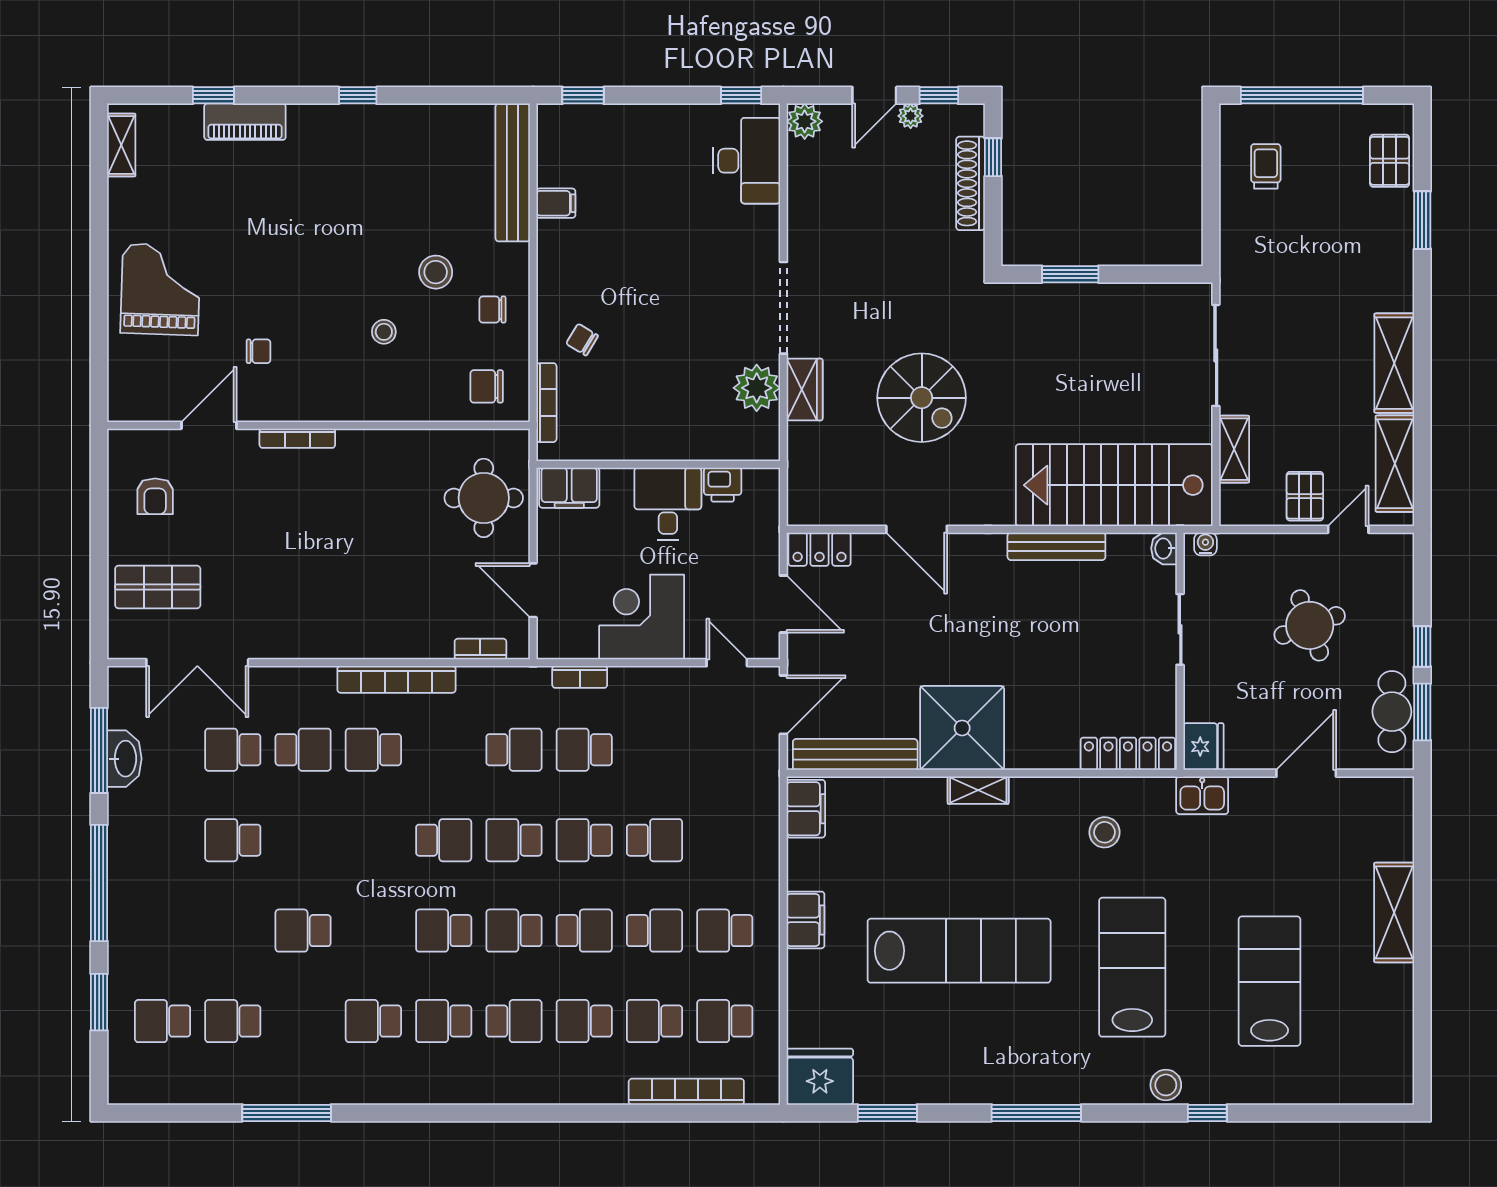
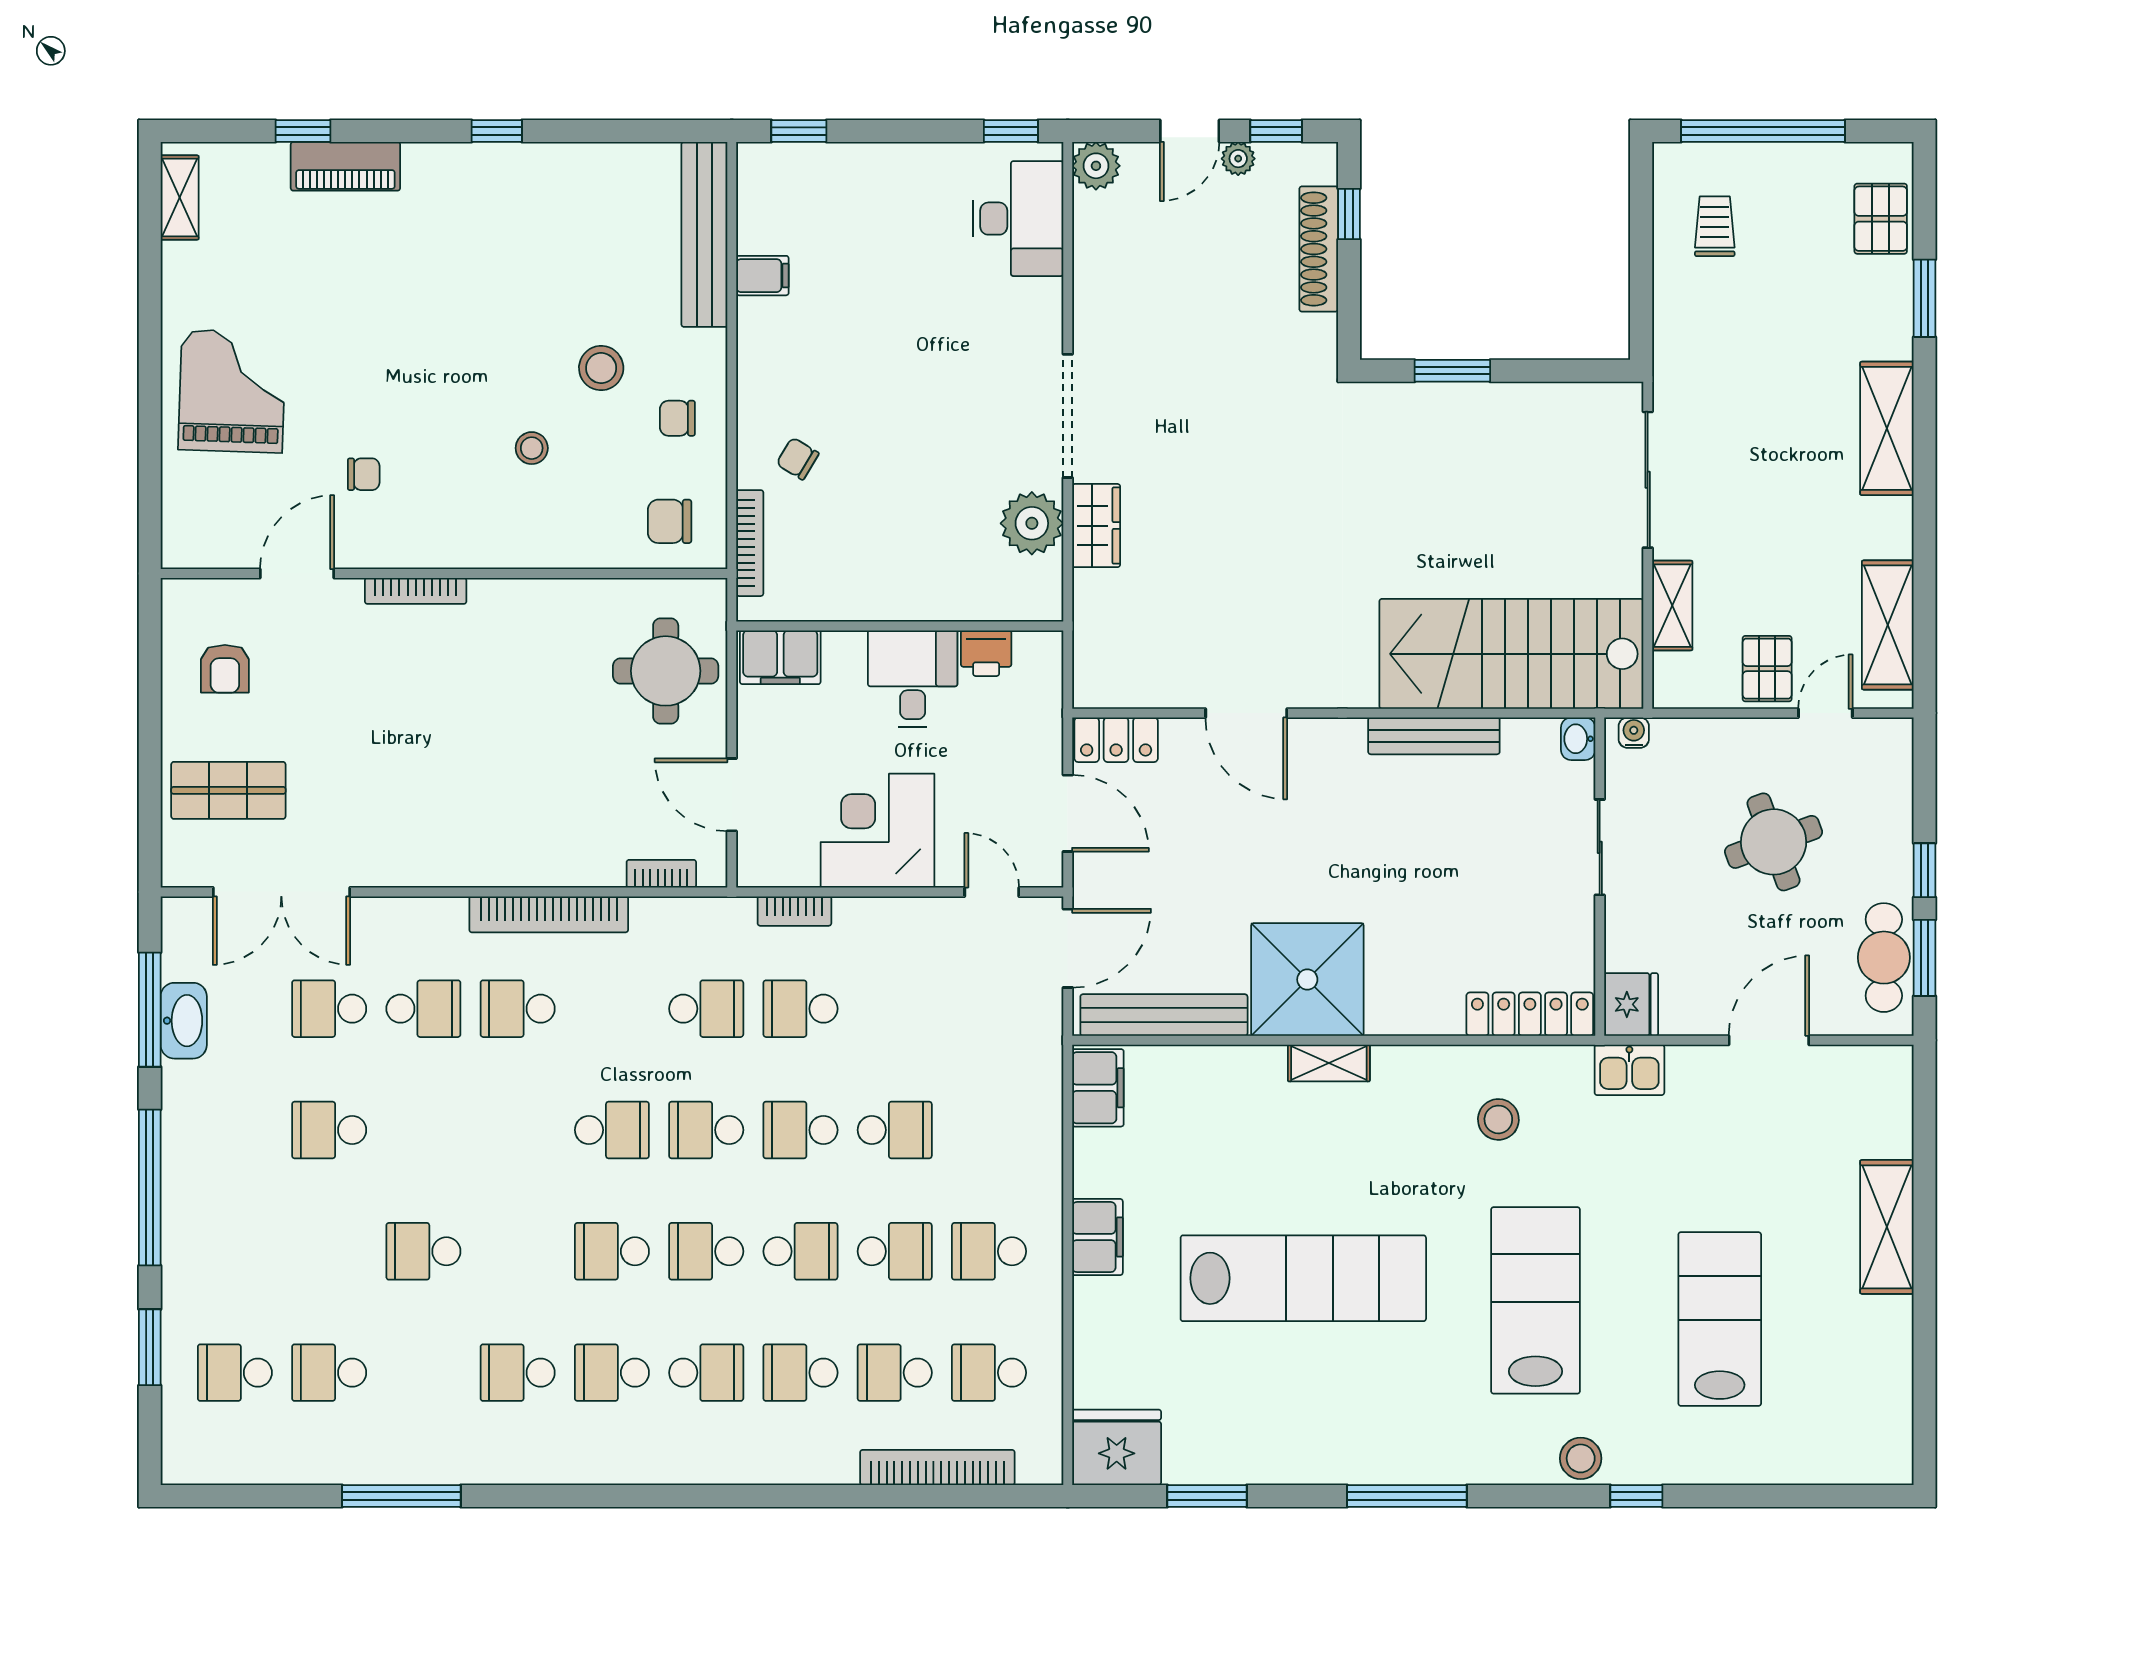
shelving: (1394, 363) -> (1887, 428), moved
spiral stairs: (922, 398) -> (1253, 536), removed

